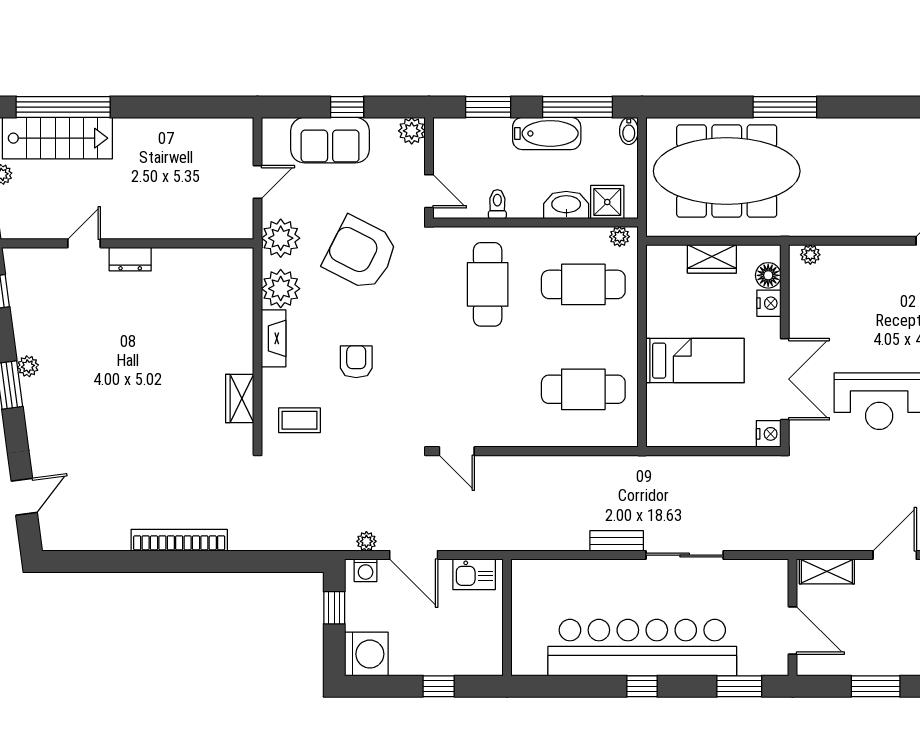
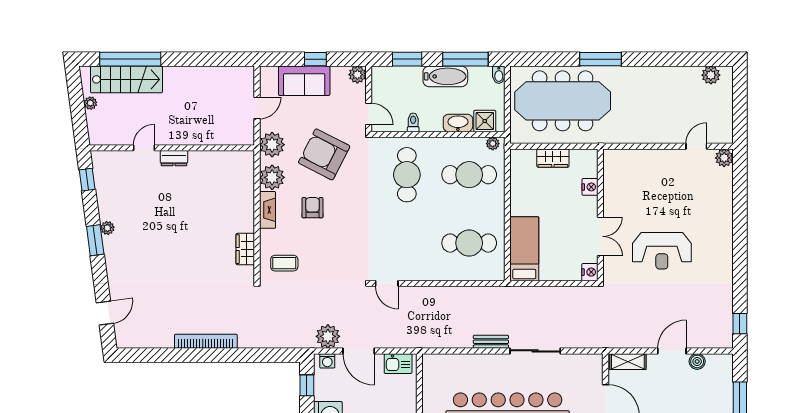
plant: (810, 255) -> (617, 155), removed
floor lamp: (768, 275) -> (590, 169), removed
bed: (695, 361) -> (524, 249), moved, turned -90
armchair: (356, 362) -> (312, 208), moved
double door: (785, 379) -> (600, 236), width x0.73
plant: (366, 541) -> (328, 336), width x1.88, depth x1.88

